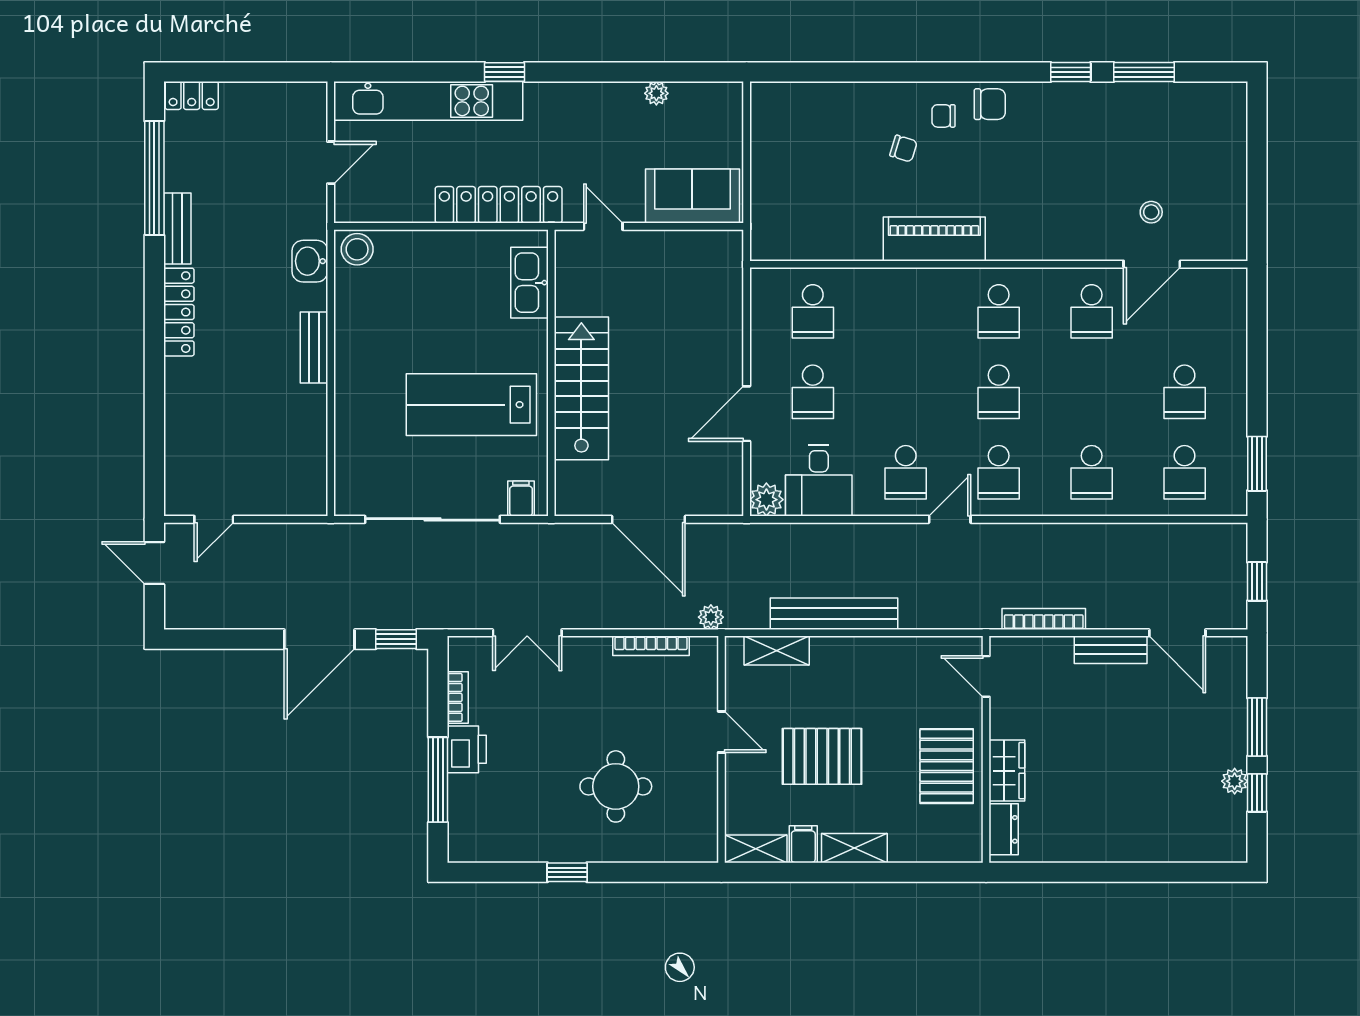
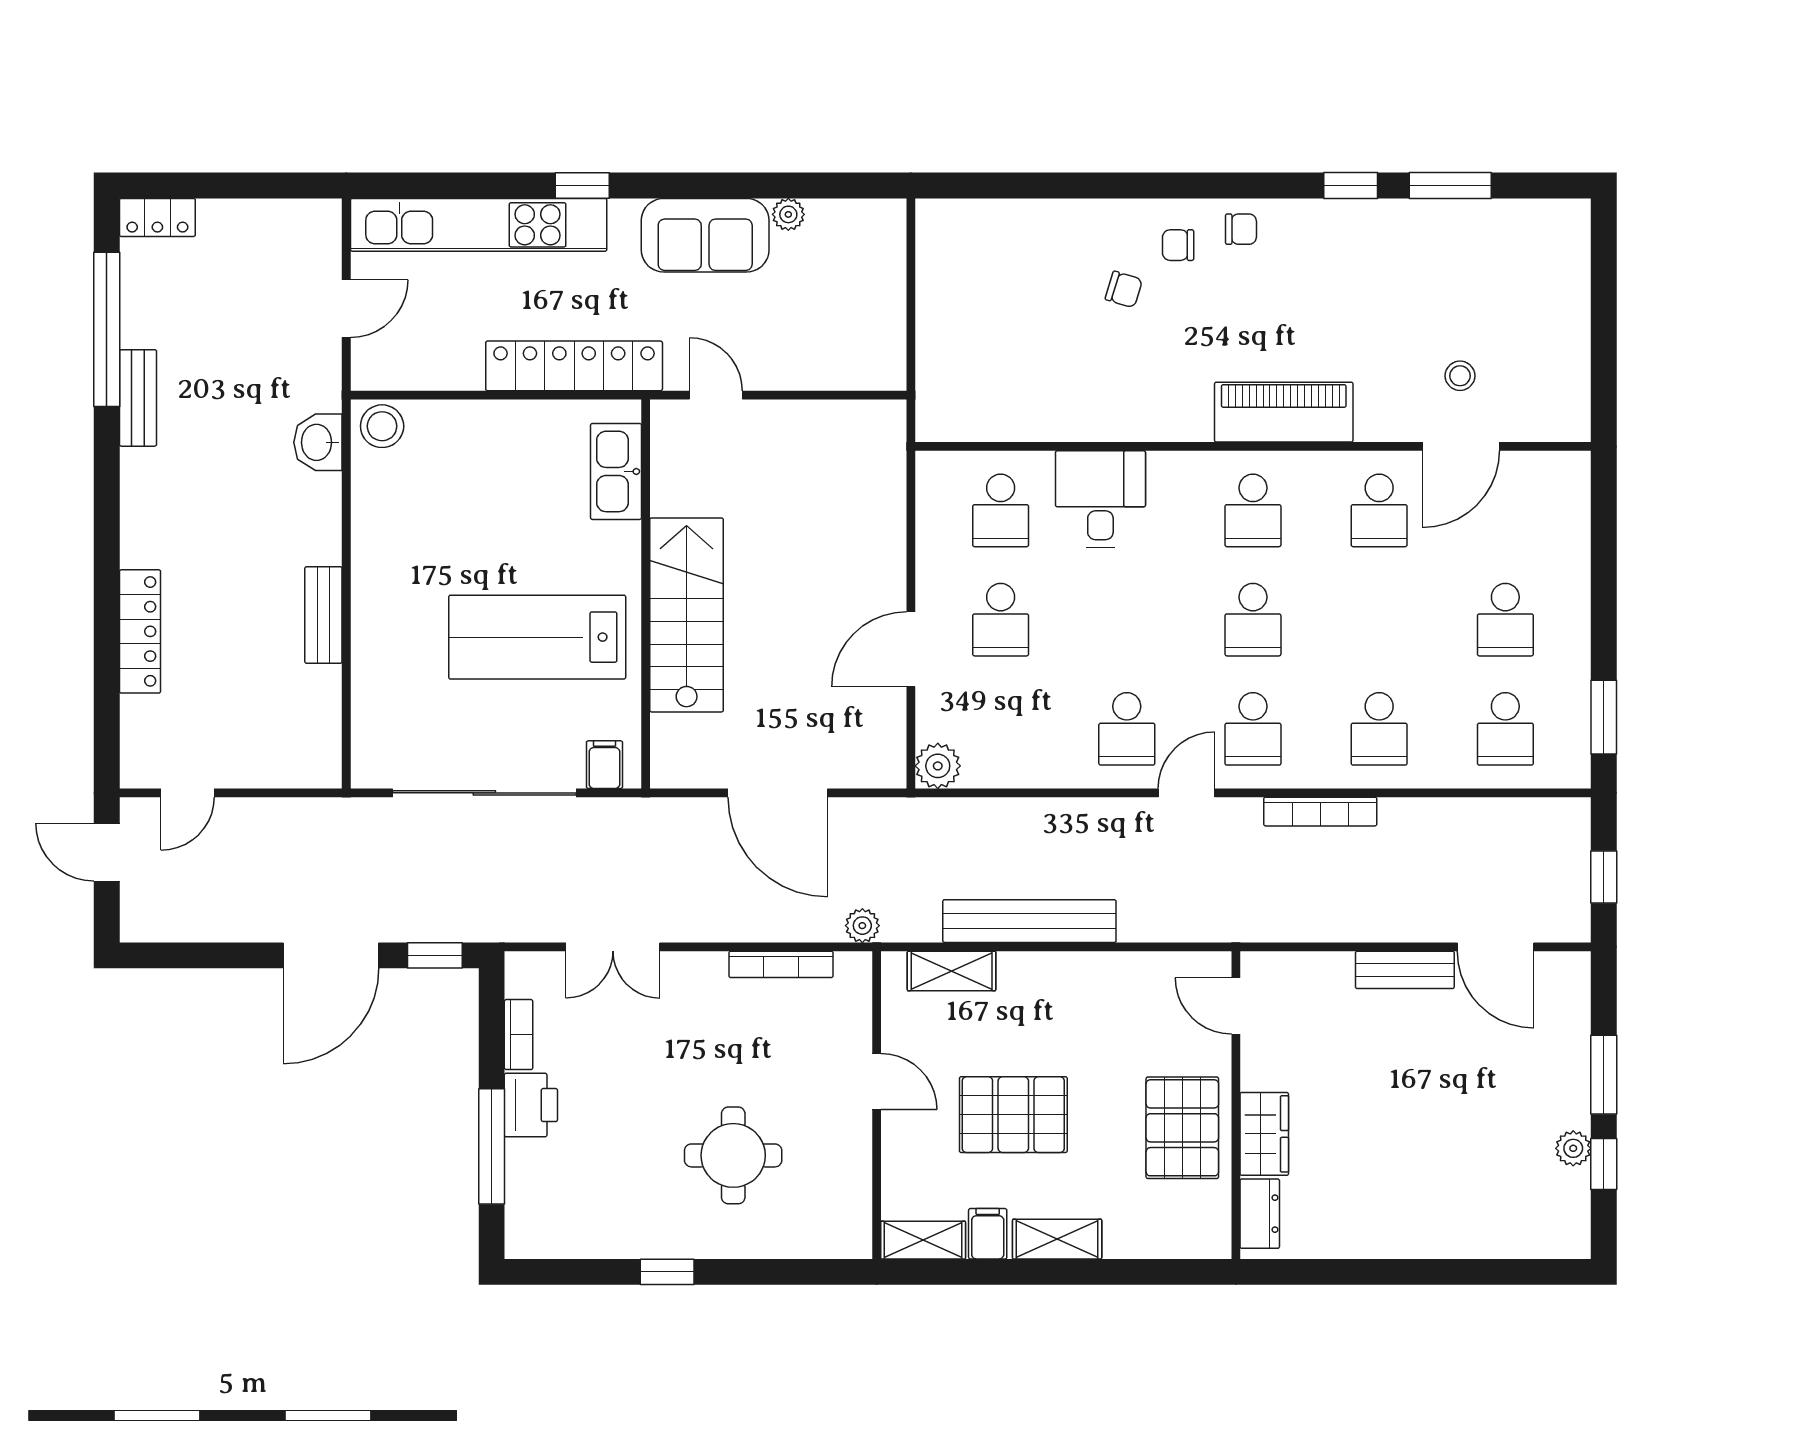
chair: (990, 104) -> (1241, 229), width x0.73, depth x0.73
sofa: (692, 196) -> (705, 235), moved, turned 180
piano: (934, 239) -> (1284, 412), moved
locker: (179, 312) -> (140, 631), moved
bench: (314, 348) -> (323, 615), moved
desk: (819, 481) -> (1100, 499), moved, turned 180
bookcase: (1044, 619) -> (1320, 812), moved, turned 180

